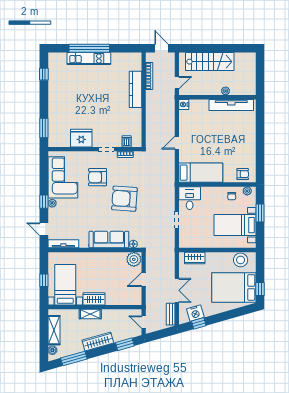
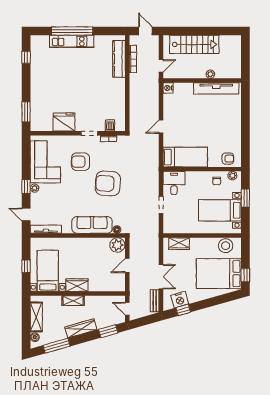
kitchen counter: (135, 89) -> (119, 59), moved

